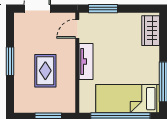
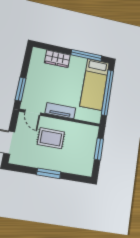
wardrobe: (151, 31) -> (57, 59), moved
rug: (45, 71) -> (51, 138), moved

